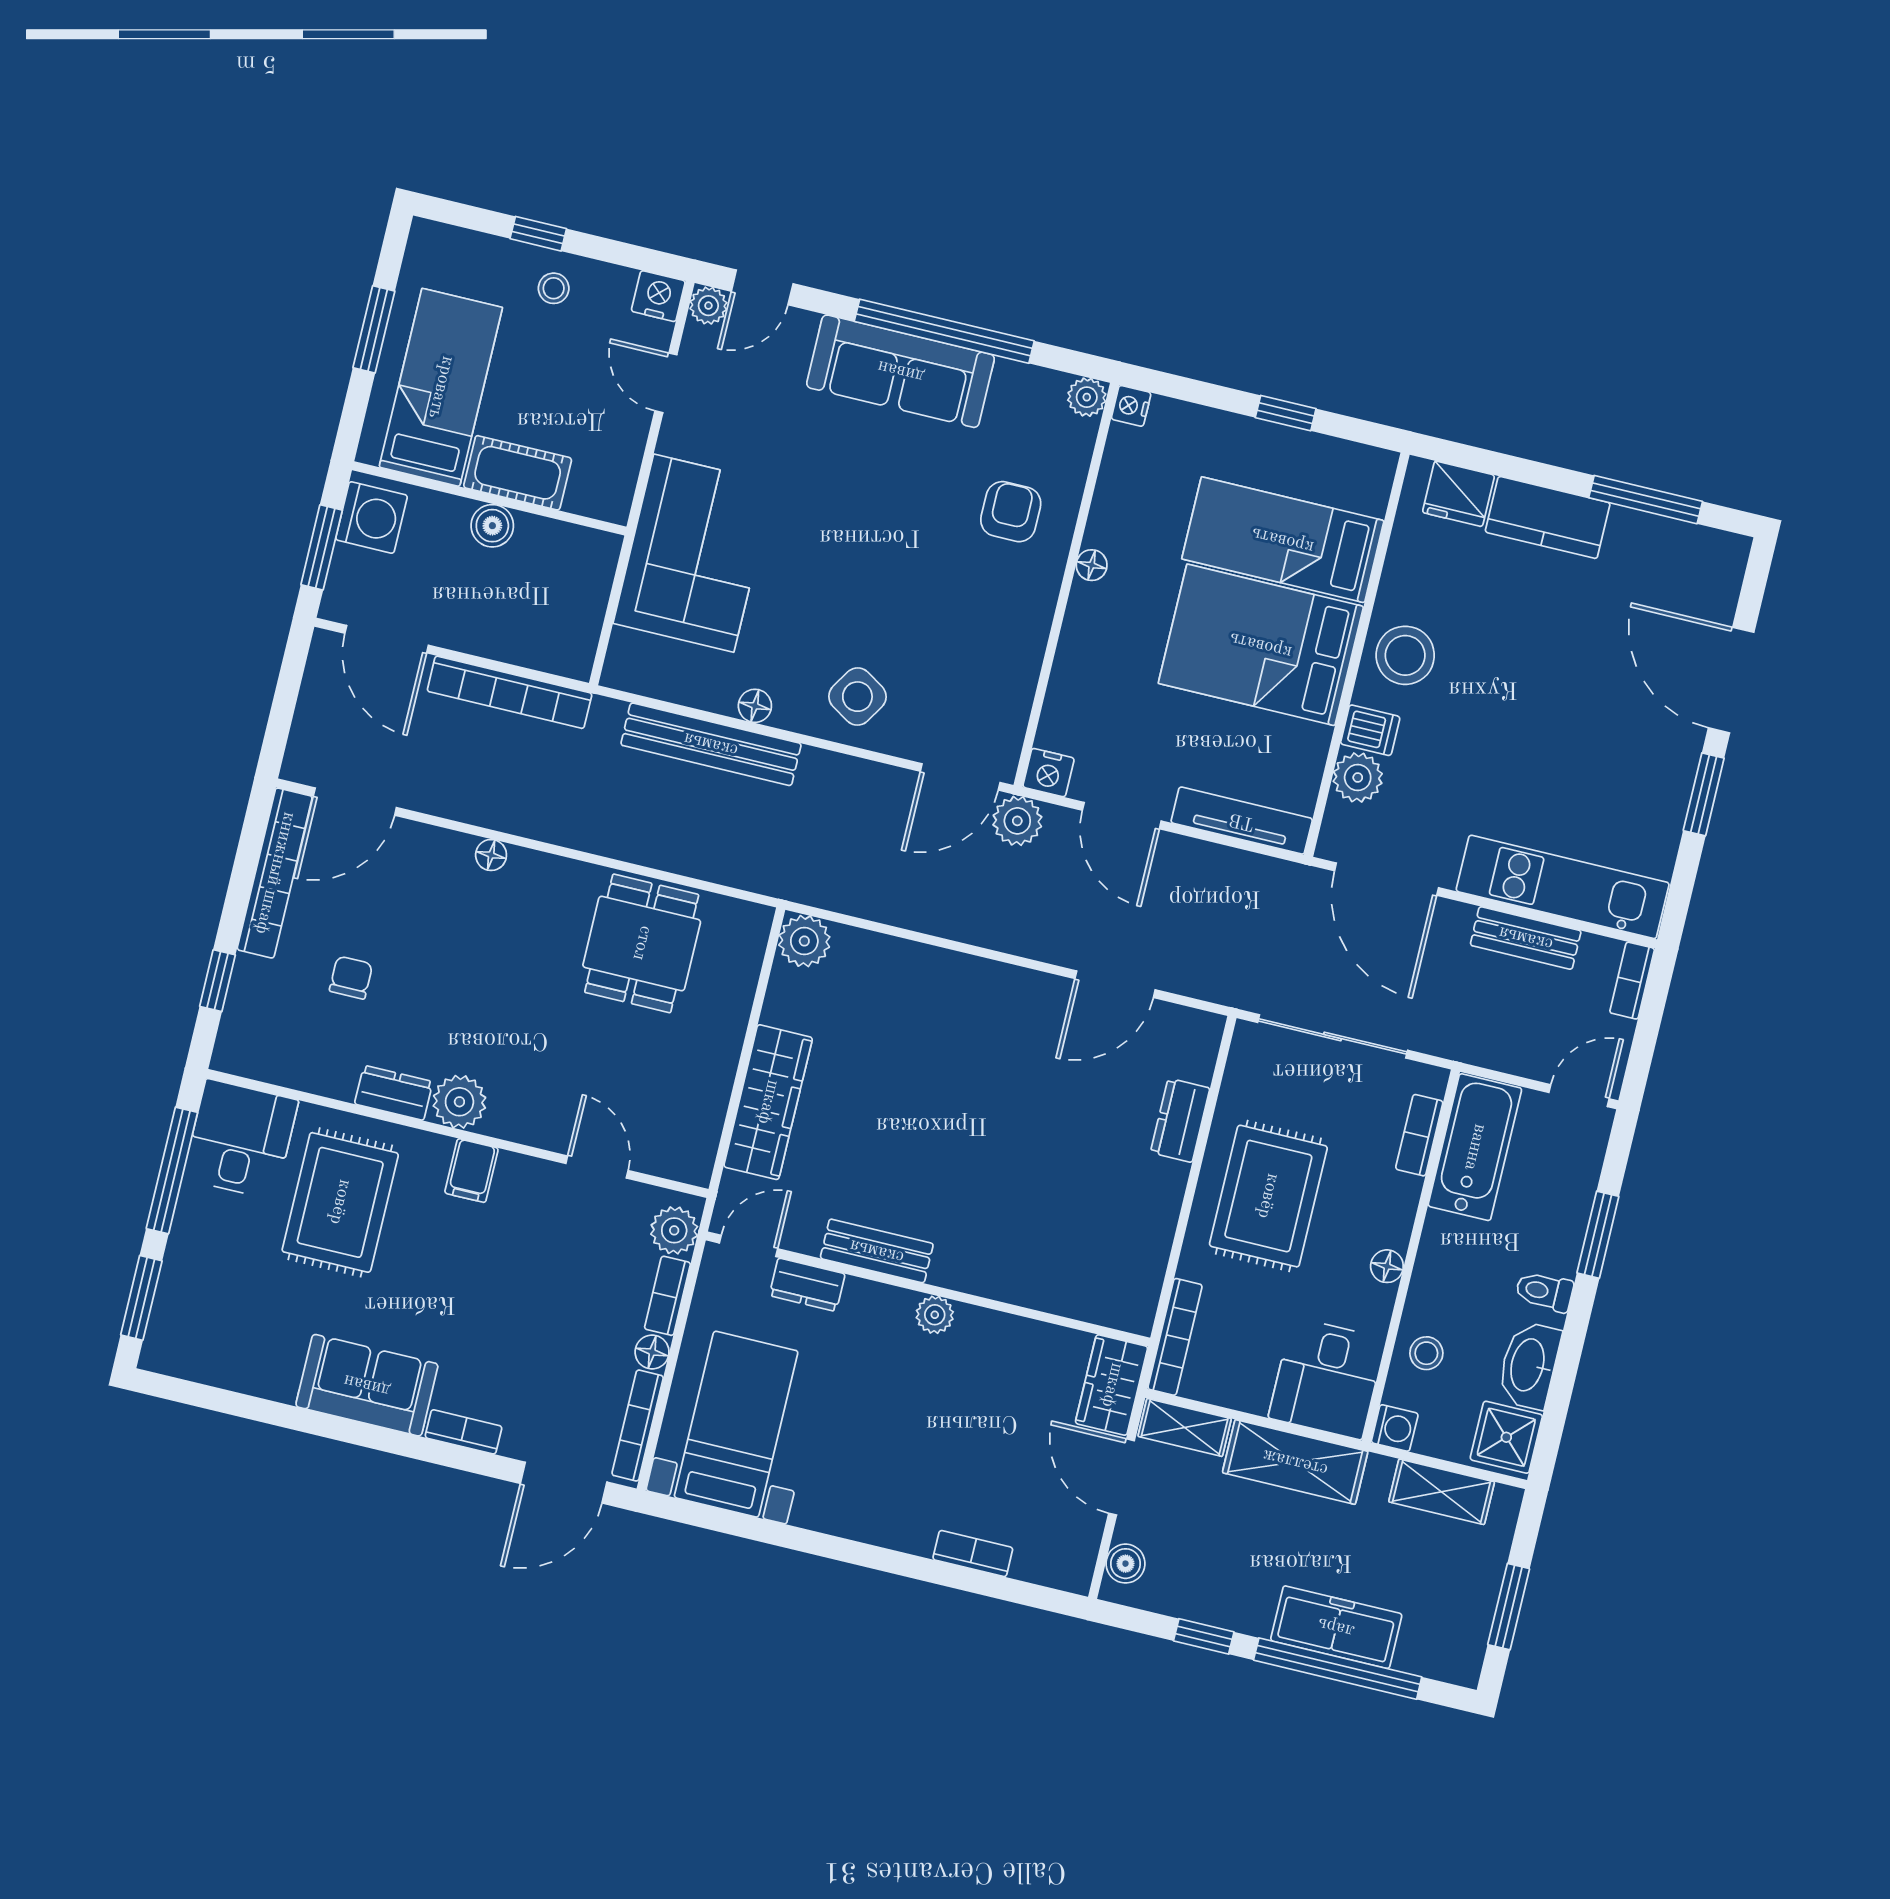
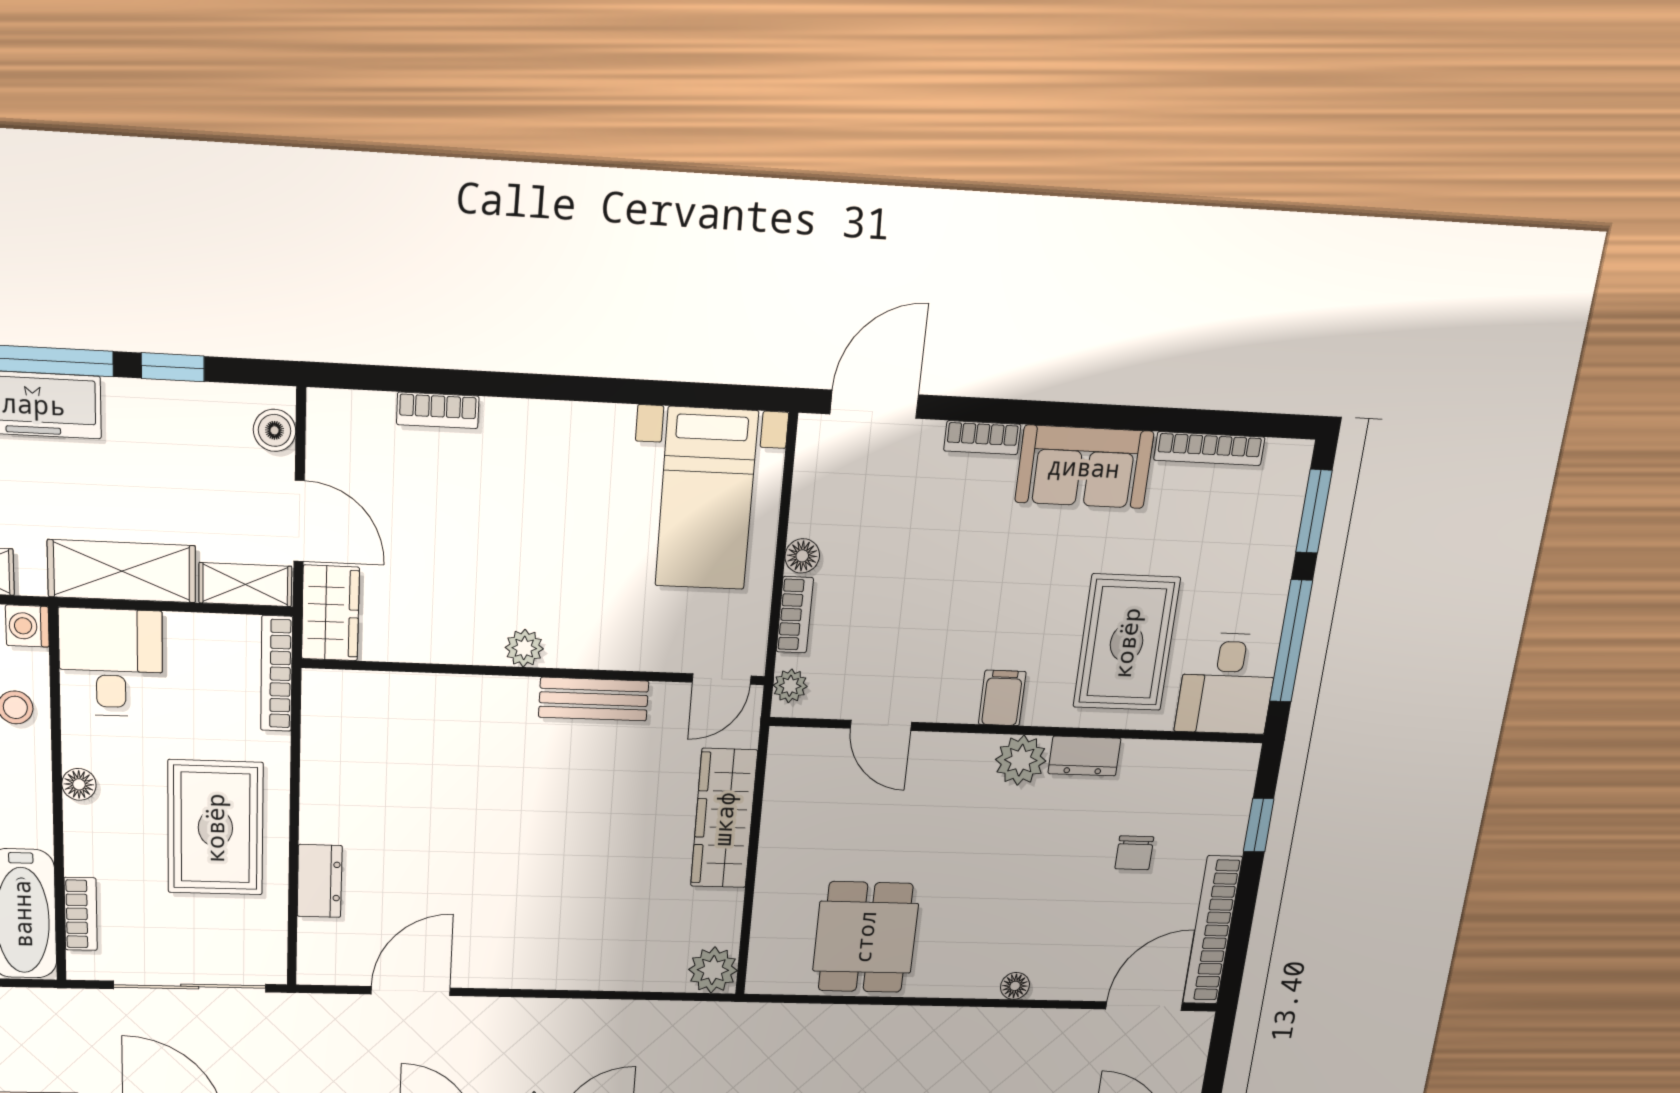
plant: (674, 1230) -> (790, 686), width x0.73, depth x0.73
dresser: (807, 1285) -> (657, 653), removed
bookcase: (638, 1426) -> (1209, 449), moved, turned 90

